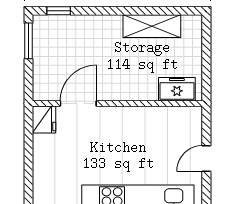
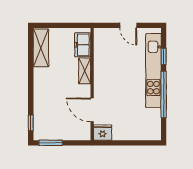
shelving: (152, 26) -> (41, 48), moved
shelving: (137, 92) -> (85, 71), added

